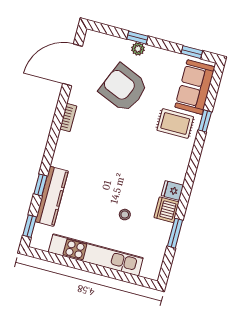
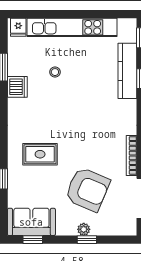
sofa: (195, 87) -> (31, 222), moved, turned -90
bookcase: (68, 118) -> (132, 155), width x1.56
rug: (175, 124) -> (40, 154), moved
fridge: (172, 190) -> (18, 27), moved, turned 90

